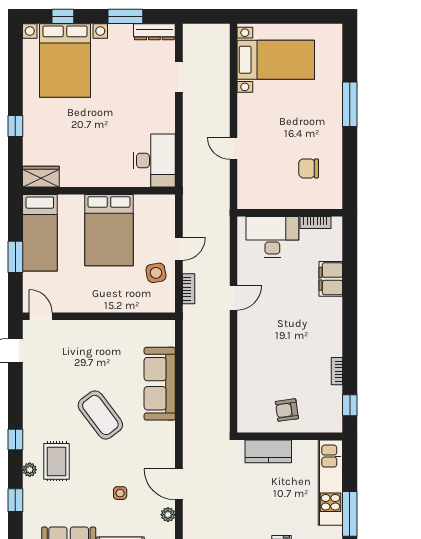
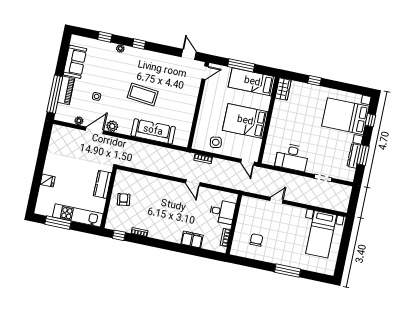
dresser: (154, 32) -> (354, 156), moved
desk: (154, 161) -> (292, 157), moved
desk: (272, 237) -> (222, 212), width x0.73
door: (179, 249) -> (247, 162), moved
window: (15, 257) -> (241, 65), width x1.44
coffee table: (100, 415) -> (143, 94), turned 43
plant: (165, 456) -> (112, 126), added
rug: (57, 461) -> (122, 65), removed

